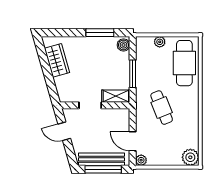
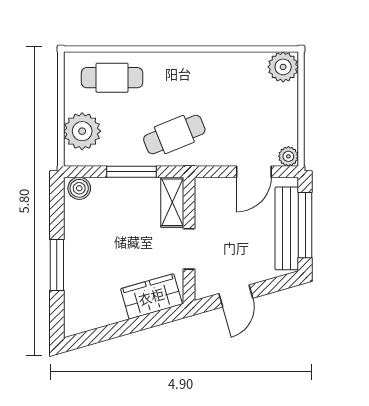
window: (100, 33) -> (57, 265), moved
plant: (160, 42) -> (82, 131), width x1.88, depth x1.88
wardrobe: (57, 60) -> (151, 296), moved
cafe table: (184, 63) -> (112, 78), width x0.73, depth x0.74
cafe table: (162, 108) -> (174, 135), moved

